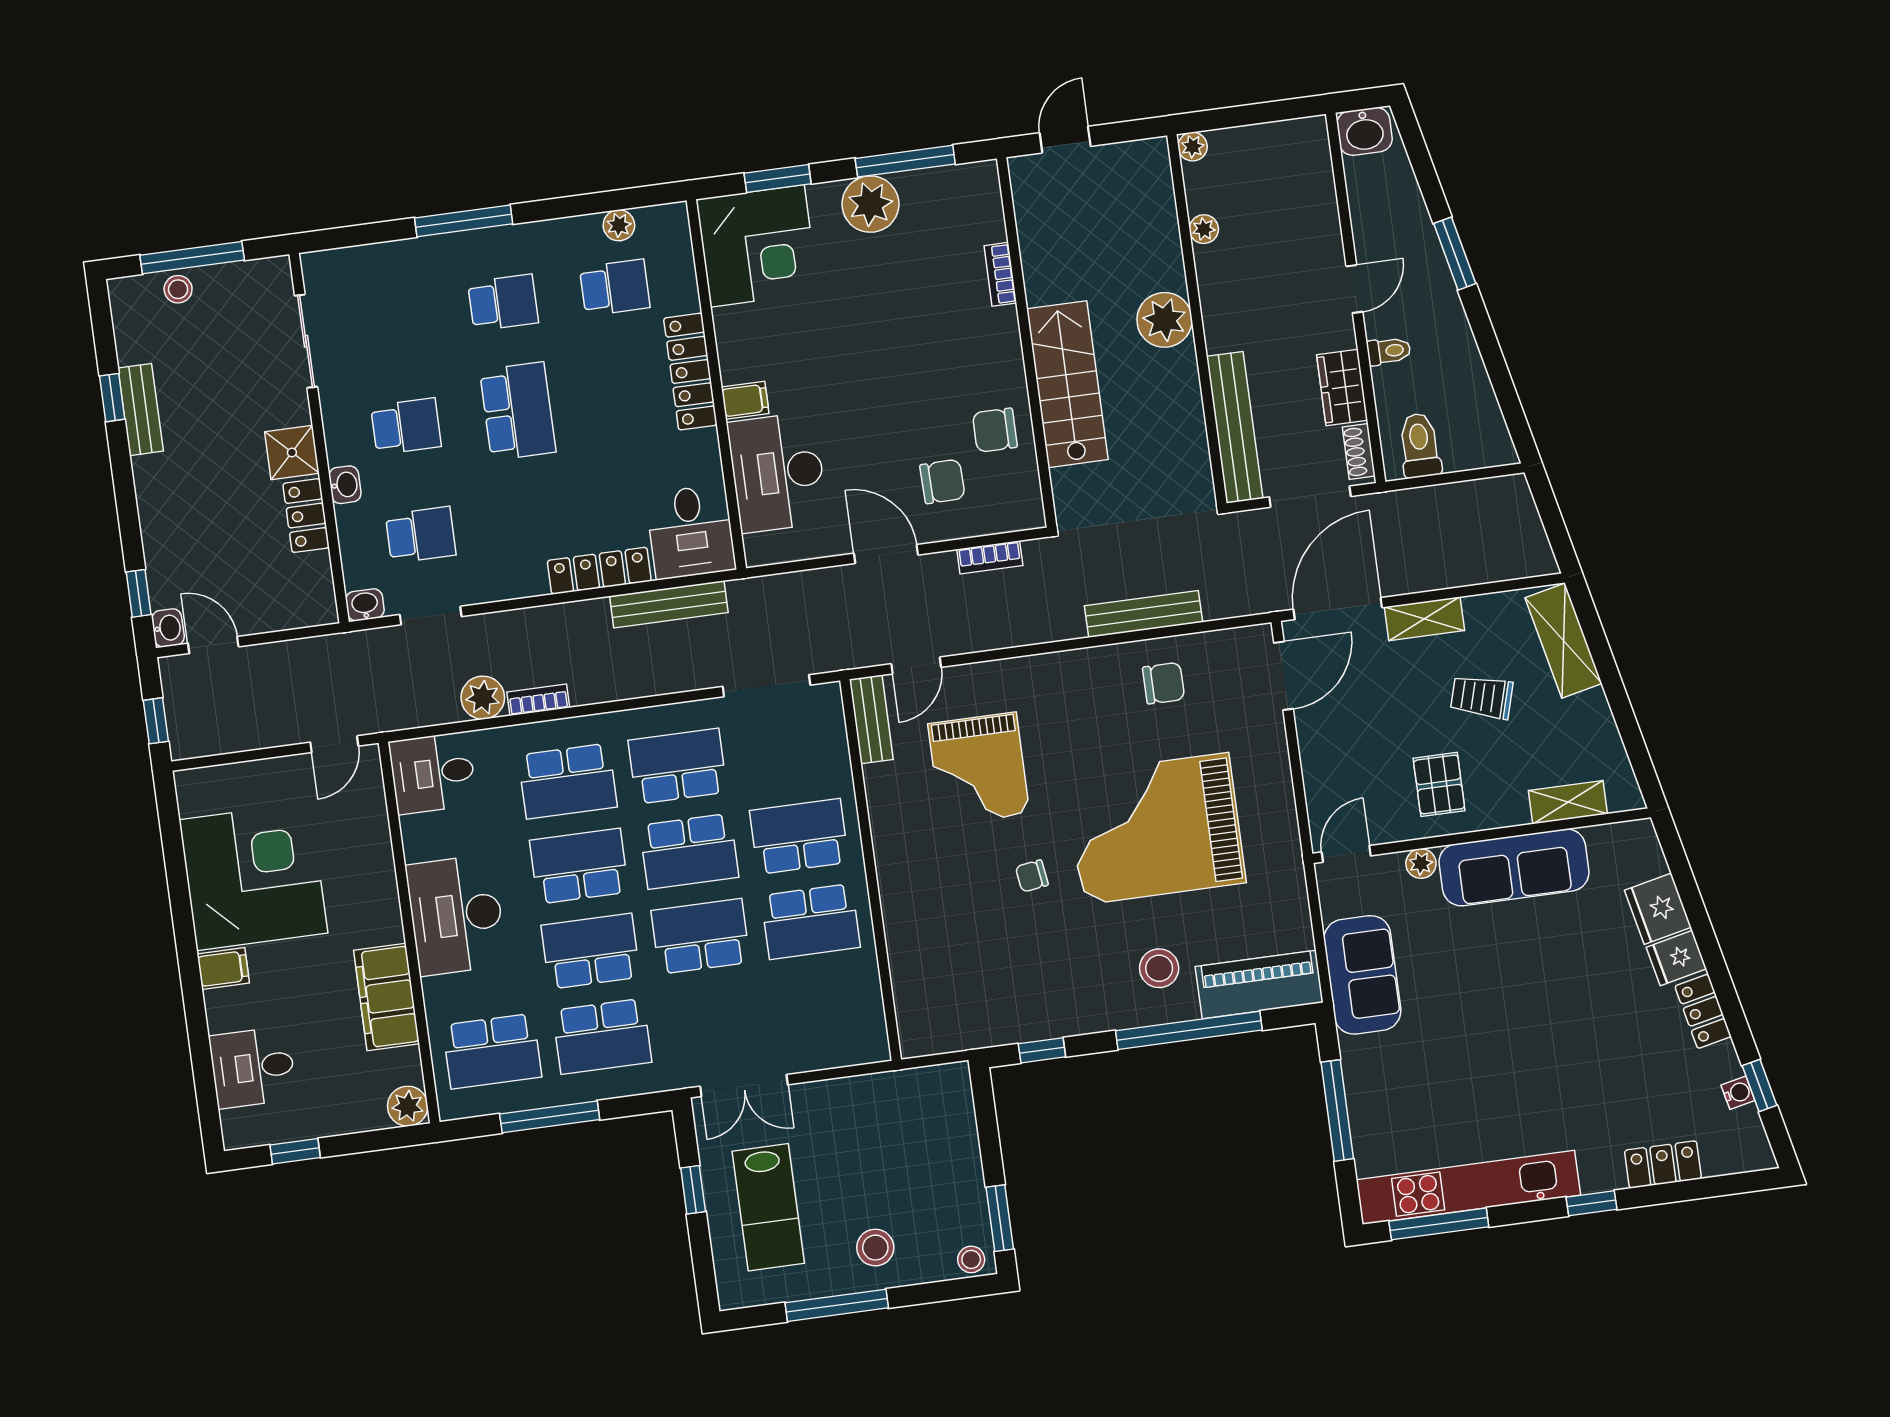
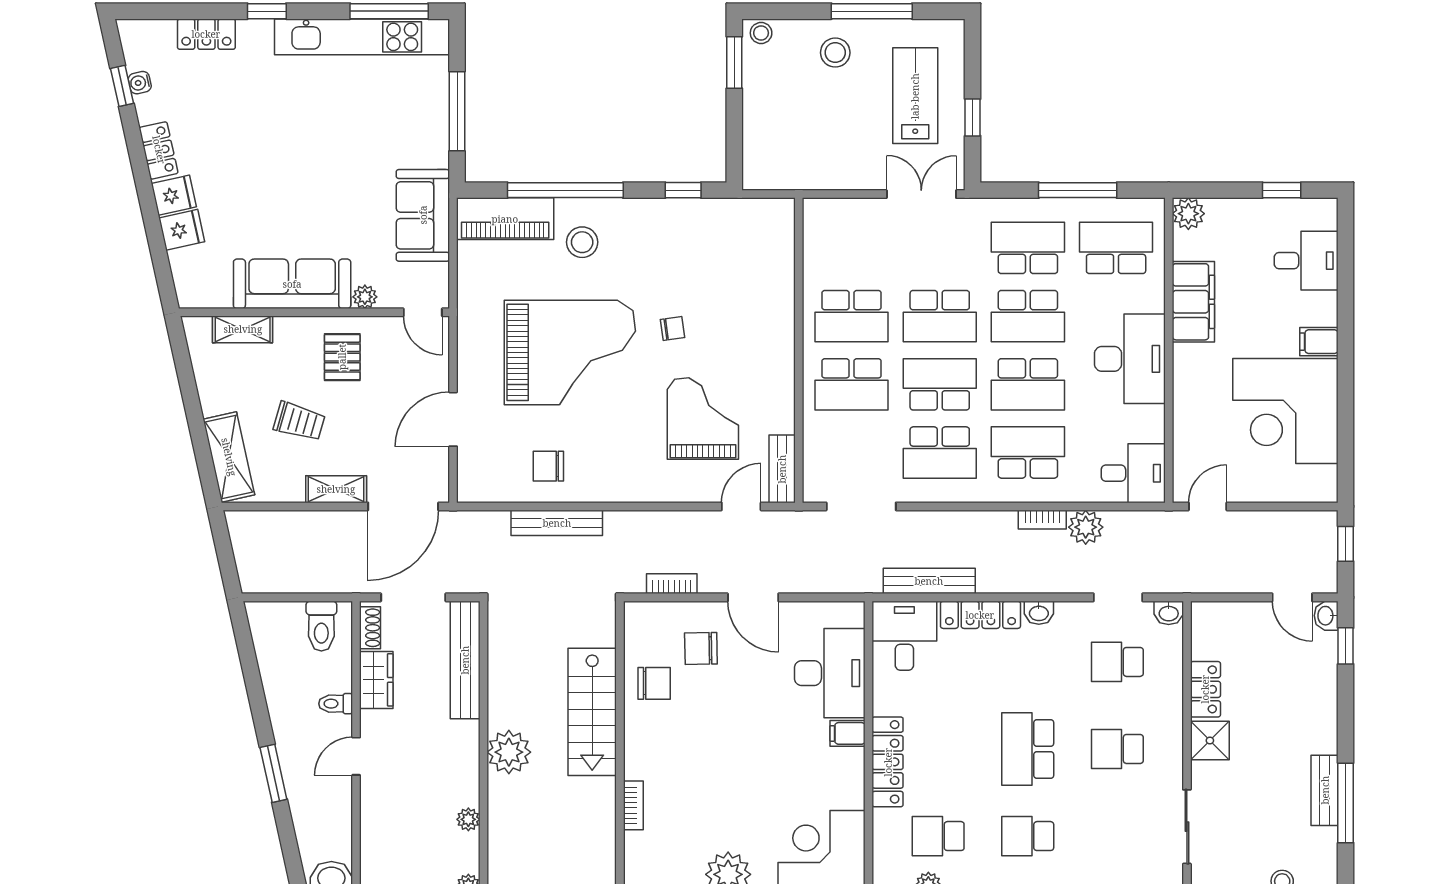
window: (112, 398) -> (1346, 803), width x2.17
washbasin: (345, 485) -> (1039, 613), moved, turned -90
door: (1283, 676) -> (453, 419), moved
door: (1346, 854) -> (423, 312), hinge flipped
fridge: (1658, 909) -> (182, 230), width x0.72
school desk: (811, 921) -> (852, 316), turned 180

